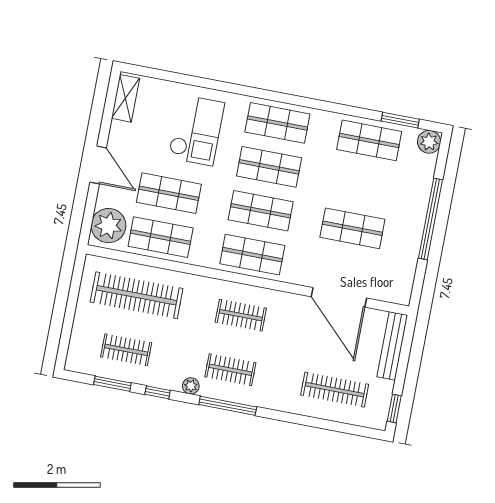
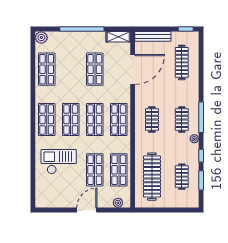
shelving: (125, 98) -> (118, 37), moved
window: (400, 120) -> (33, 55), removed
plant: (108, 226) -> (118, 203), width x0.53, depth x0.53

